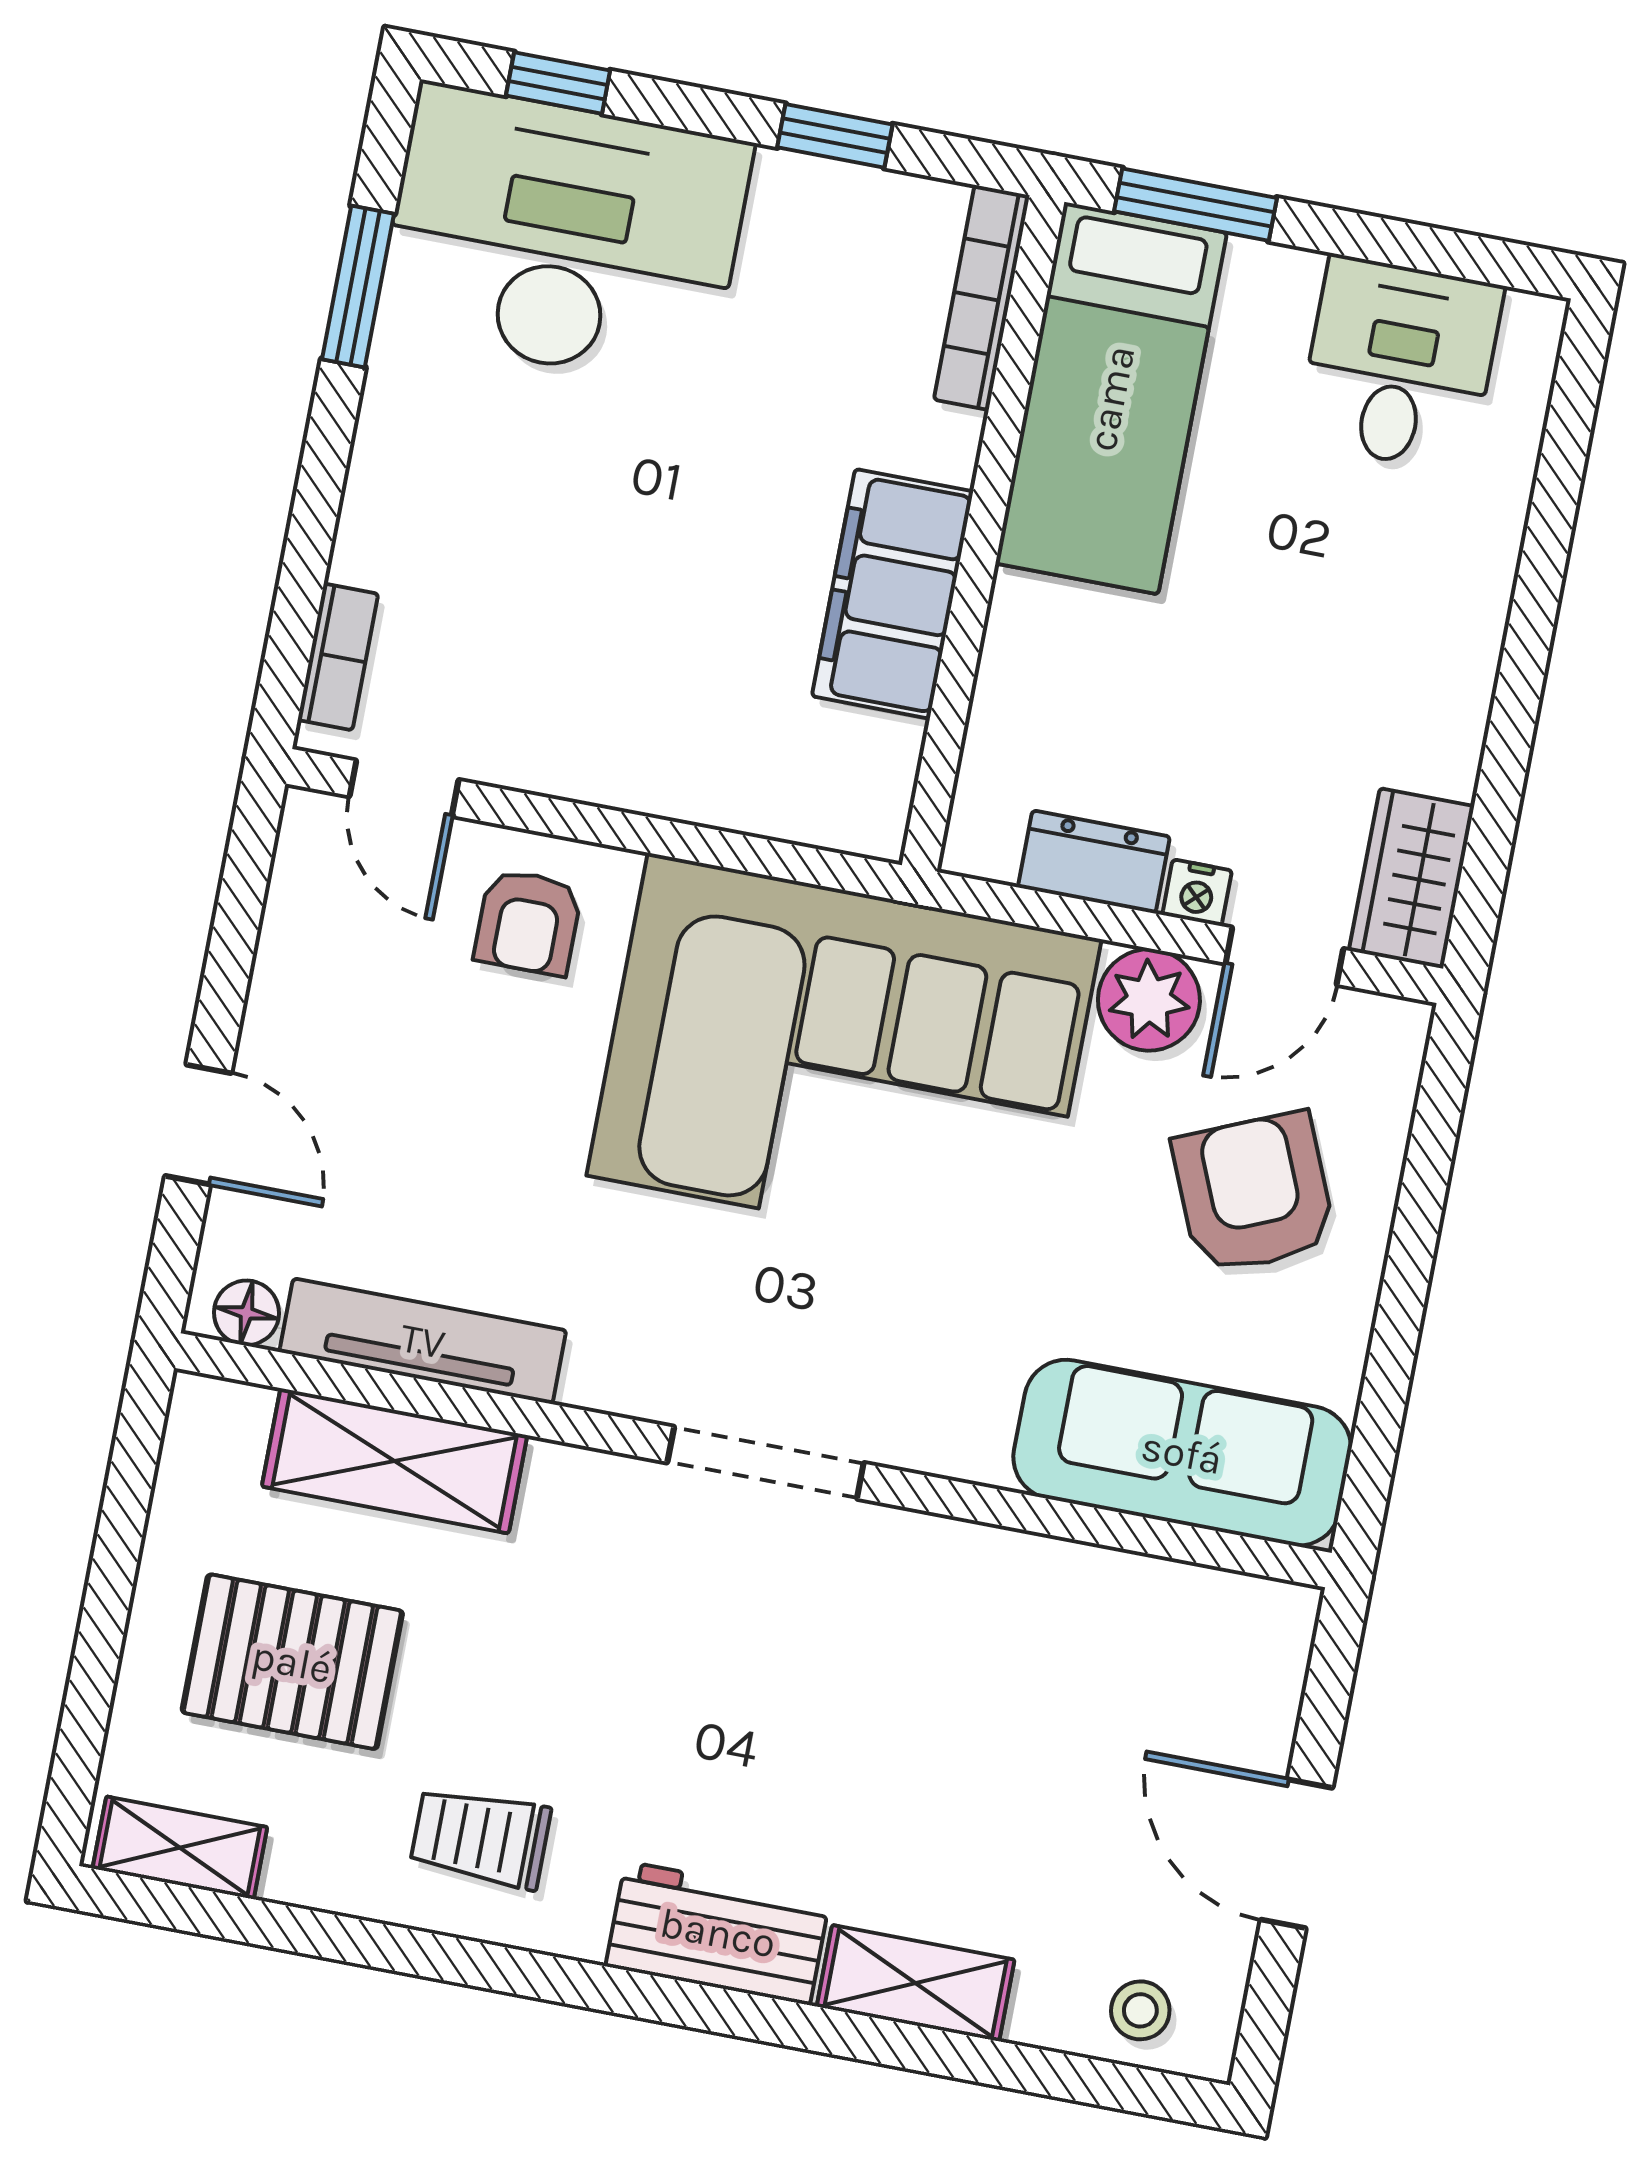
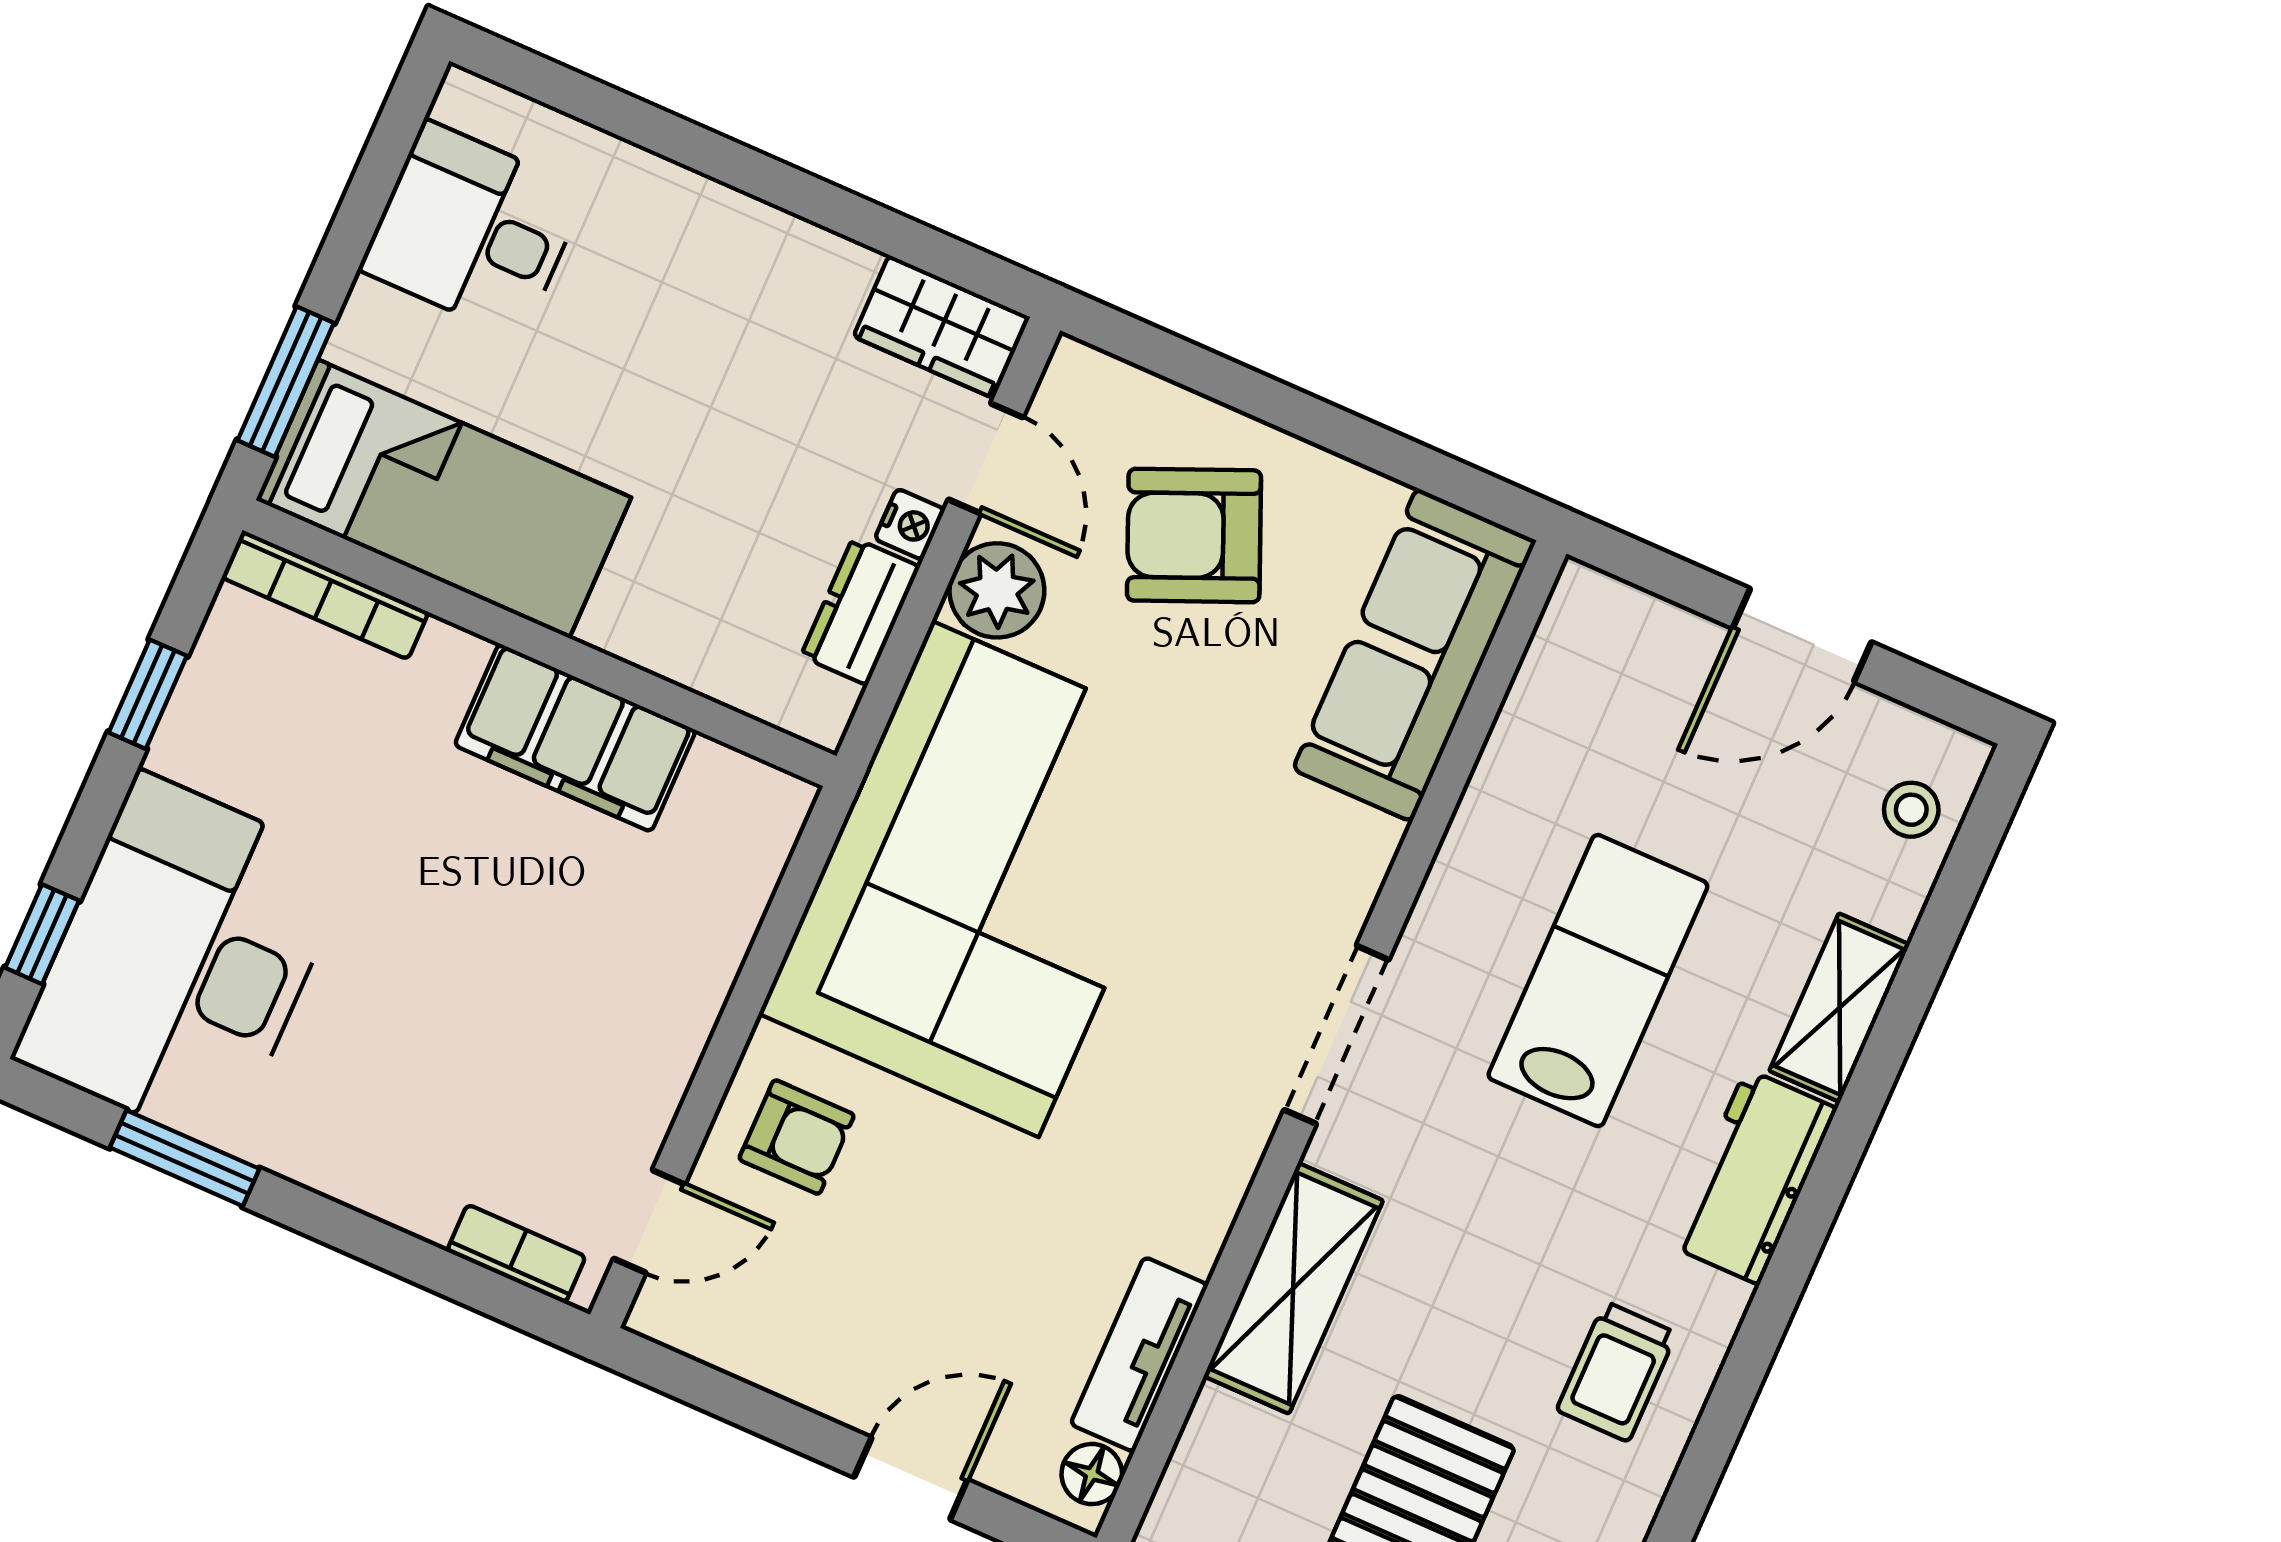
tv unit: (423, 1341) -> (1139, 1355), width x0.71
shelving: (395, 1461) -> (1293, 1288), moved
lab bench: (886, 1724) -> (1598, 981), added

